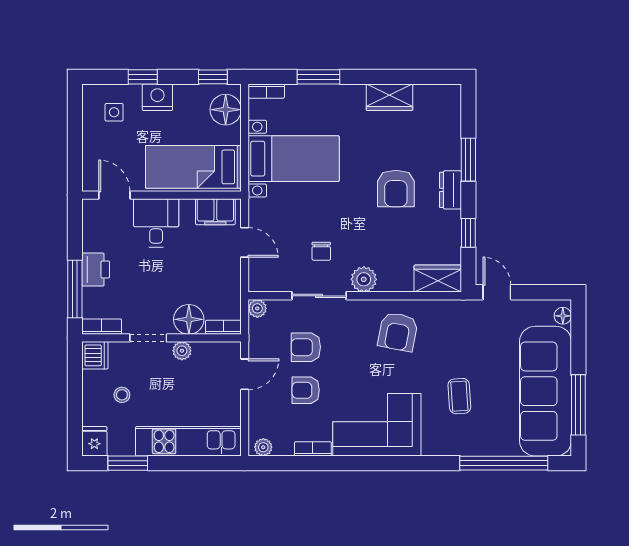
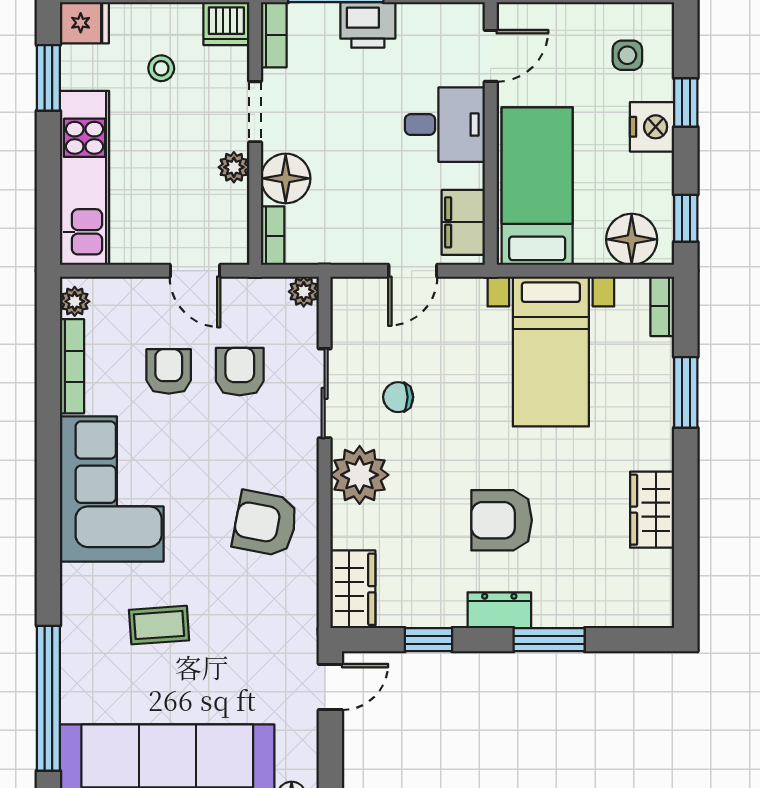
plant: (364, 279) -> (360, 475), width x1.36, depth x1.36
bookcase: (313, 449) -> (72, 366), width x1.56

